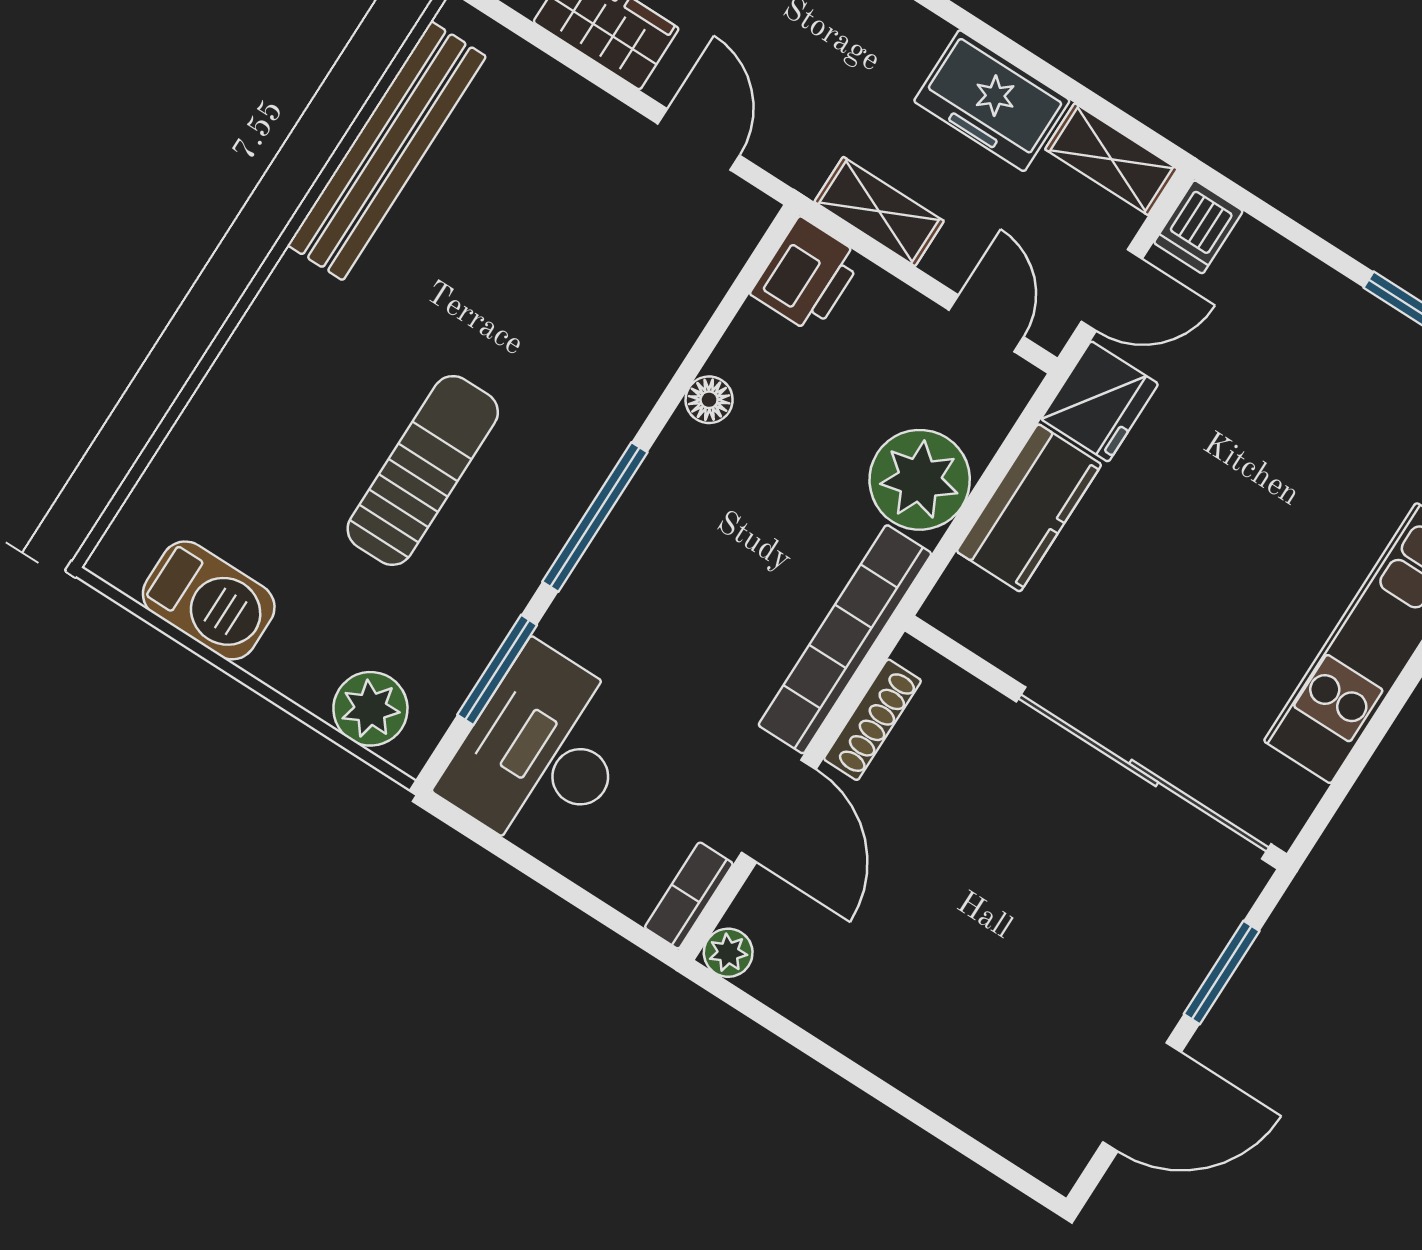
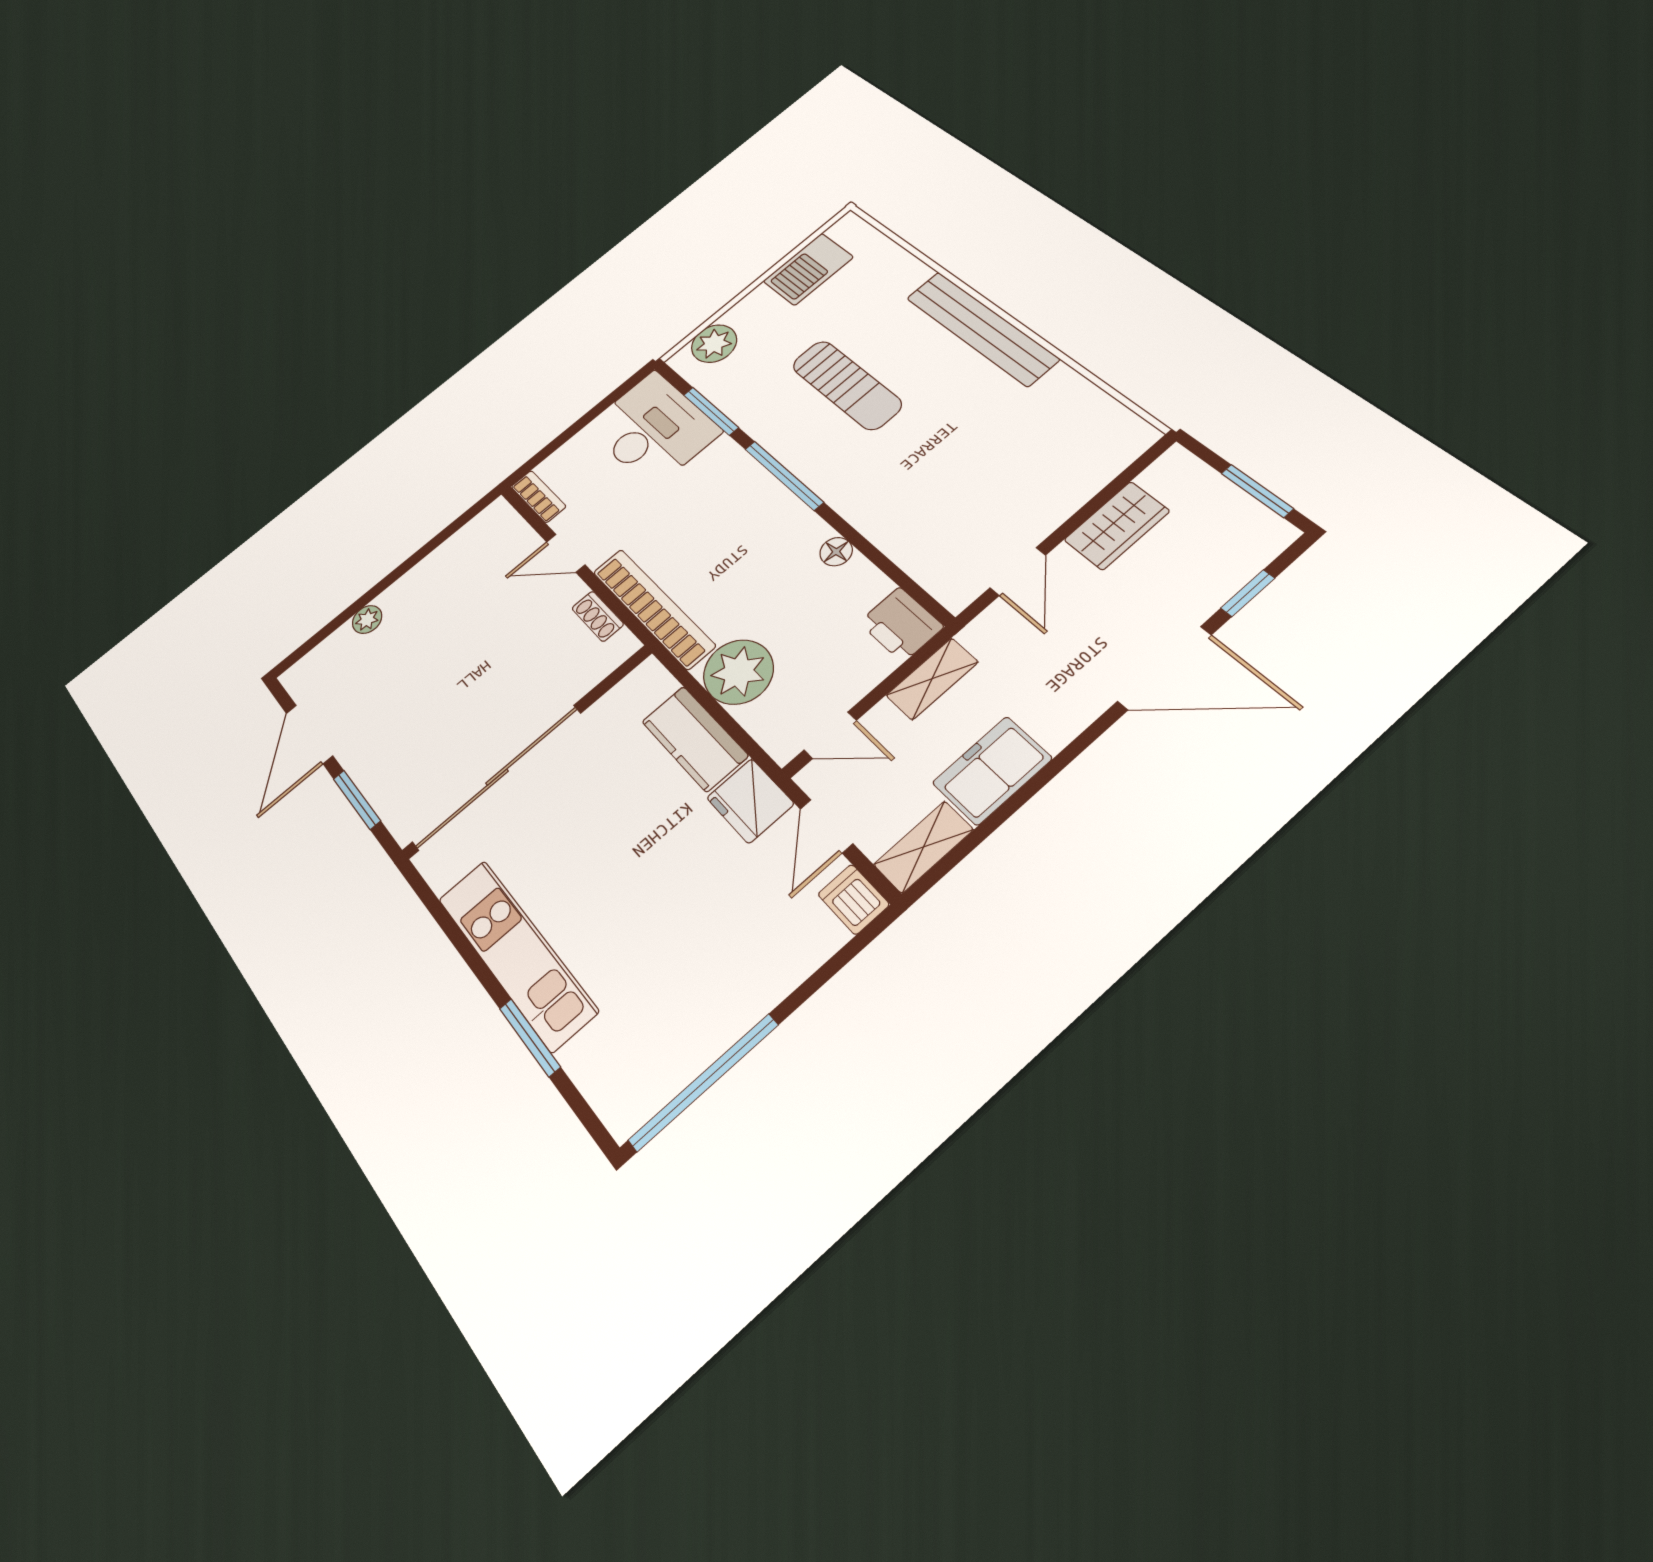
door: (699, 139) -> (1018, 571), hinge flipped
bench: (387, 151) -> (982, 328), moved
shoe rack: (873, 720) -> (598, 616), width x0.70
door: (779, 811) -> (566, 553), width x0.73
plant: (728, 953) -> (367, 620), moved

